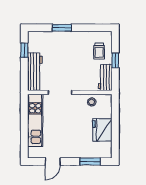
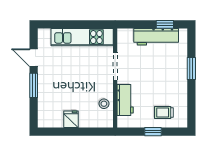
workbench: (35, 72) -> (156, 37), moved
workbench: (105, 78) -> (125, 100), moved, turned 90
fridge: (102, 130) -> (71, 119), width x0.53, depth x0.75
window: (90, 162) -> (34, 85), moved

